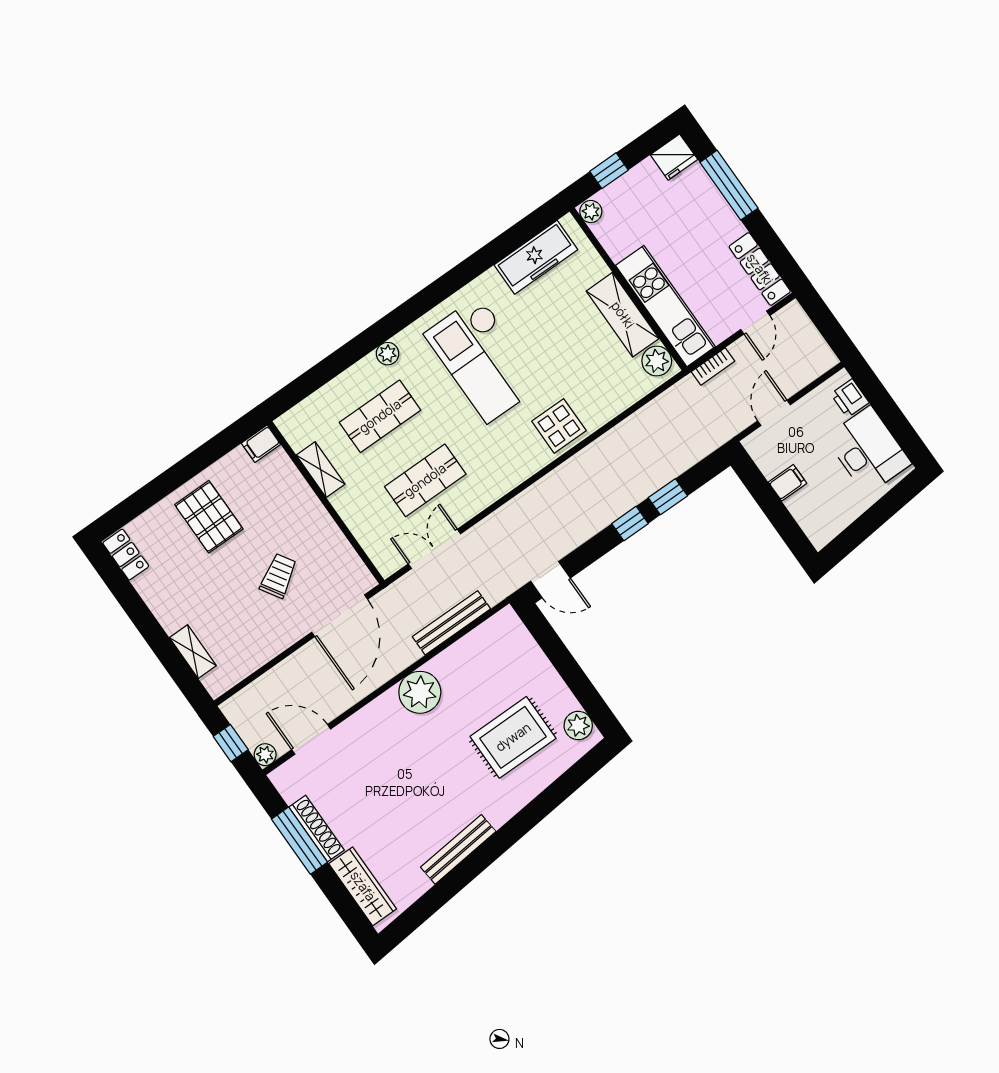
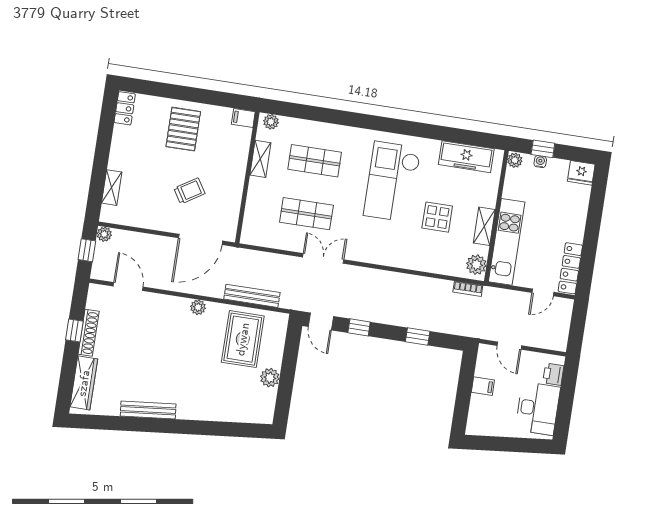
window: (729, 185) -> (595, 213), removed
water cooler: (619, 187) -> (540, 162), added
shelving: (623, 315) -> (484, 226), width x0.67, depth x0.75
plant: (388, 354) -> (271, 122), moved
bookcase: (713, 366) -> (468, 289), moved
door: (774, 413) -> (509, 346), swing flipped
display table: (559, 426) -> (437, 217), moved
window: (630, 524) -> (359, 327), moved
double door: (434, 549) -> (323, 258), moved
plant: (420, 692) -> (198, 307), width x0.53, depth x0.53
plant: (578, 725) -> (270, 378), moved
rug: (513, 737) -> (243, 339), moved, turned 90
plant: (265, 755) -> (104, 234), moved
window: (299, 841) -> (74, 331), width x0.46

